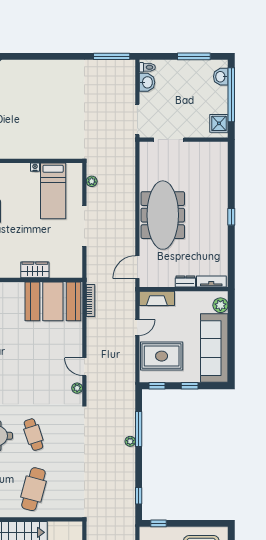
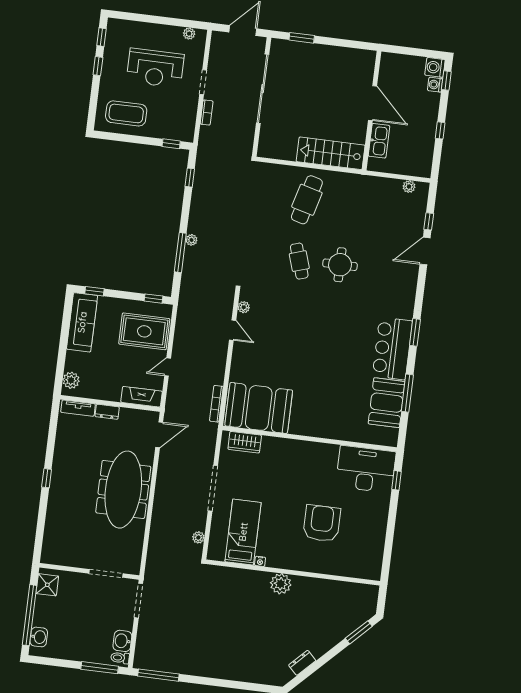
window: (194, 56) -> (100, 668), moved
plant: (15, 150) -> (281, 584), added
wardrobe: (35, 270) -> (245, 442), moved
sofa: (214, 348) -> (82, 322), width x0.74, depth x0.79
window: (190, 386) -> (94, 291), moved

